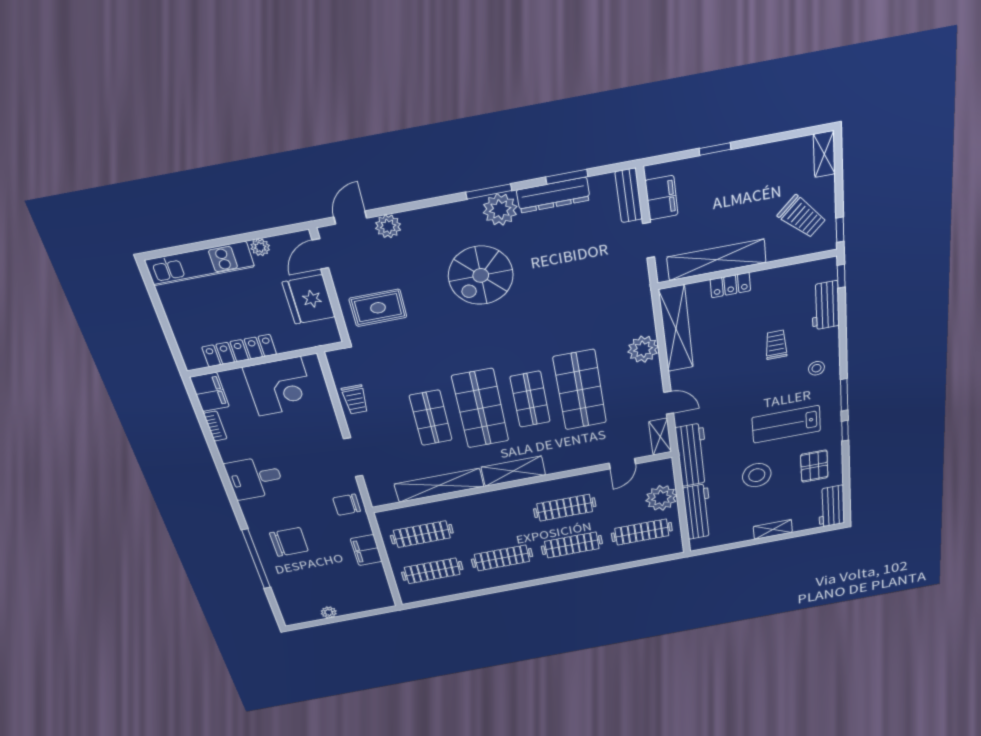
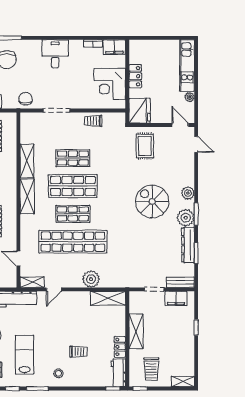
trolley: (802, 217) -> (151, 369), turned -46
plant: (388, 226) -> (188, 193), moved
shelving: (717, 260) -> (136, 331), width x0.68
locker: (730, 285) -> (120, 347), moved
fridge: (309, 299) -> (140, 111), moved, turned 90
workbench: (825, 305) -> (118, 373), moved, turned -90
shelving: (676, 329) -> (108, 298), width x0.68
locker: (239, 351) -> (135, 76), width x0.66
shop shelf: (580, 390) -> (73, 242), width x1.40
shelving: (439, 485) -> (27, 161), width x0.68

